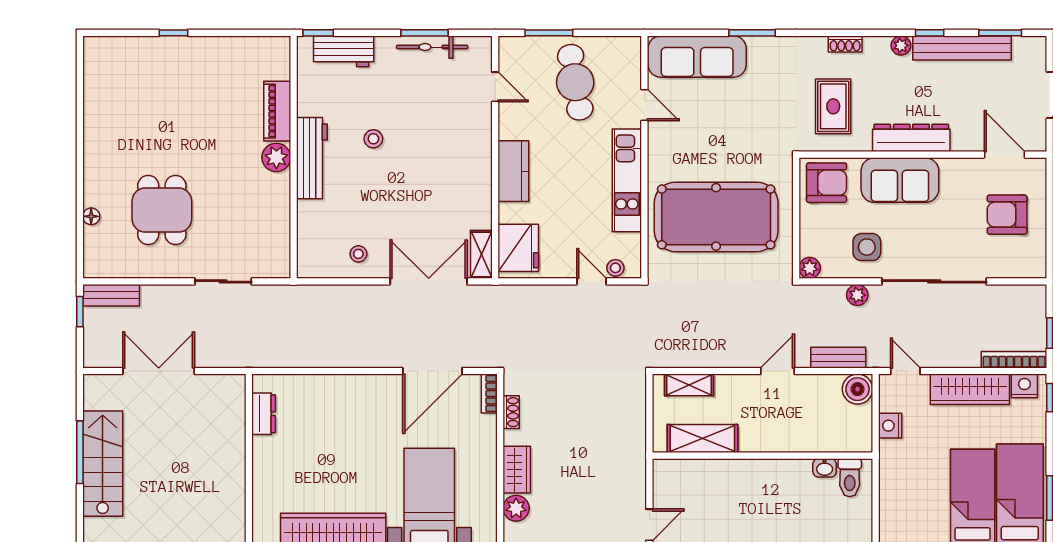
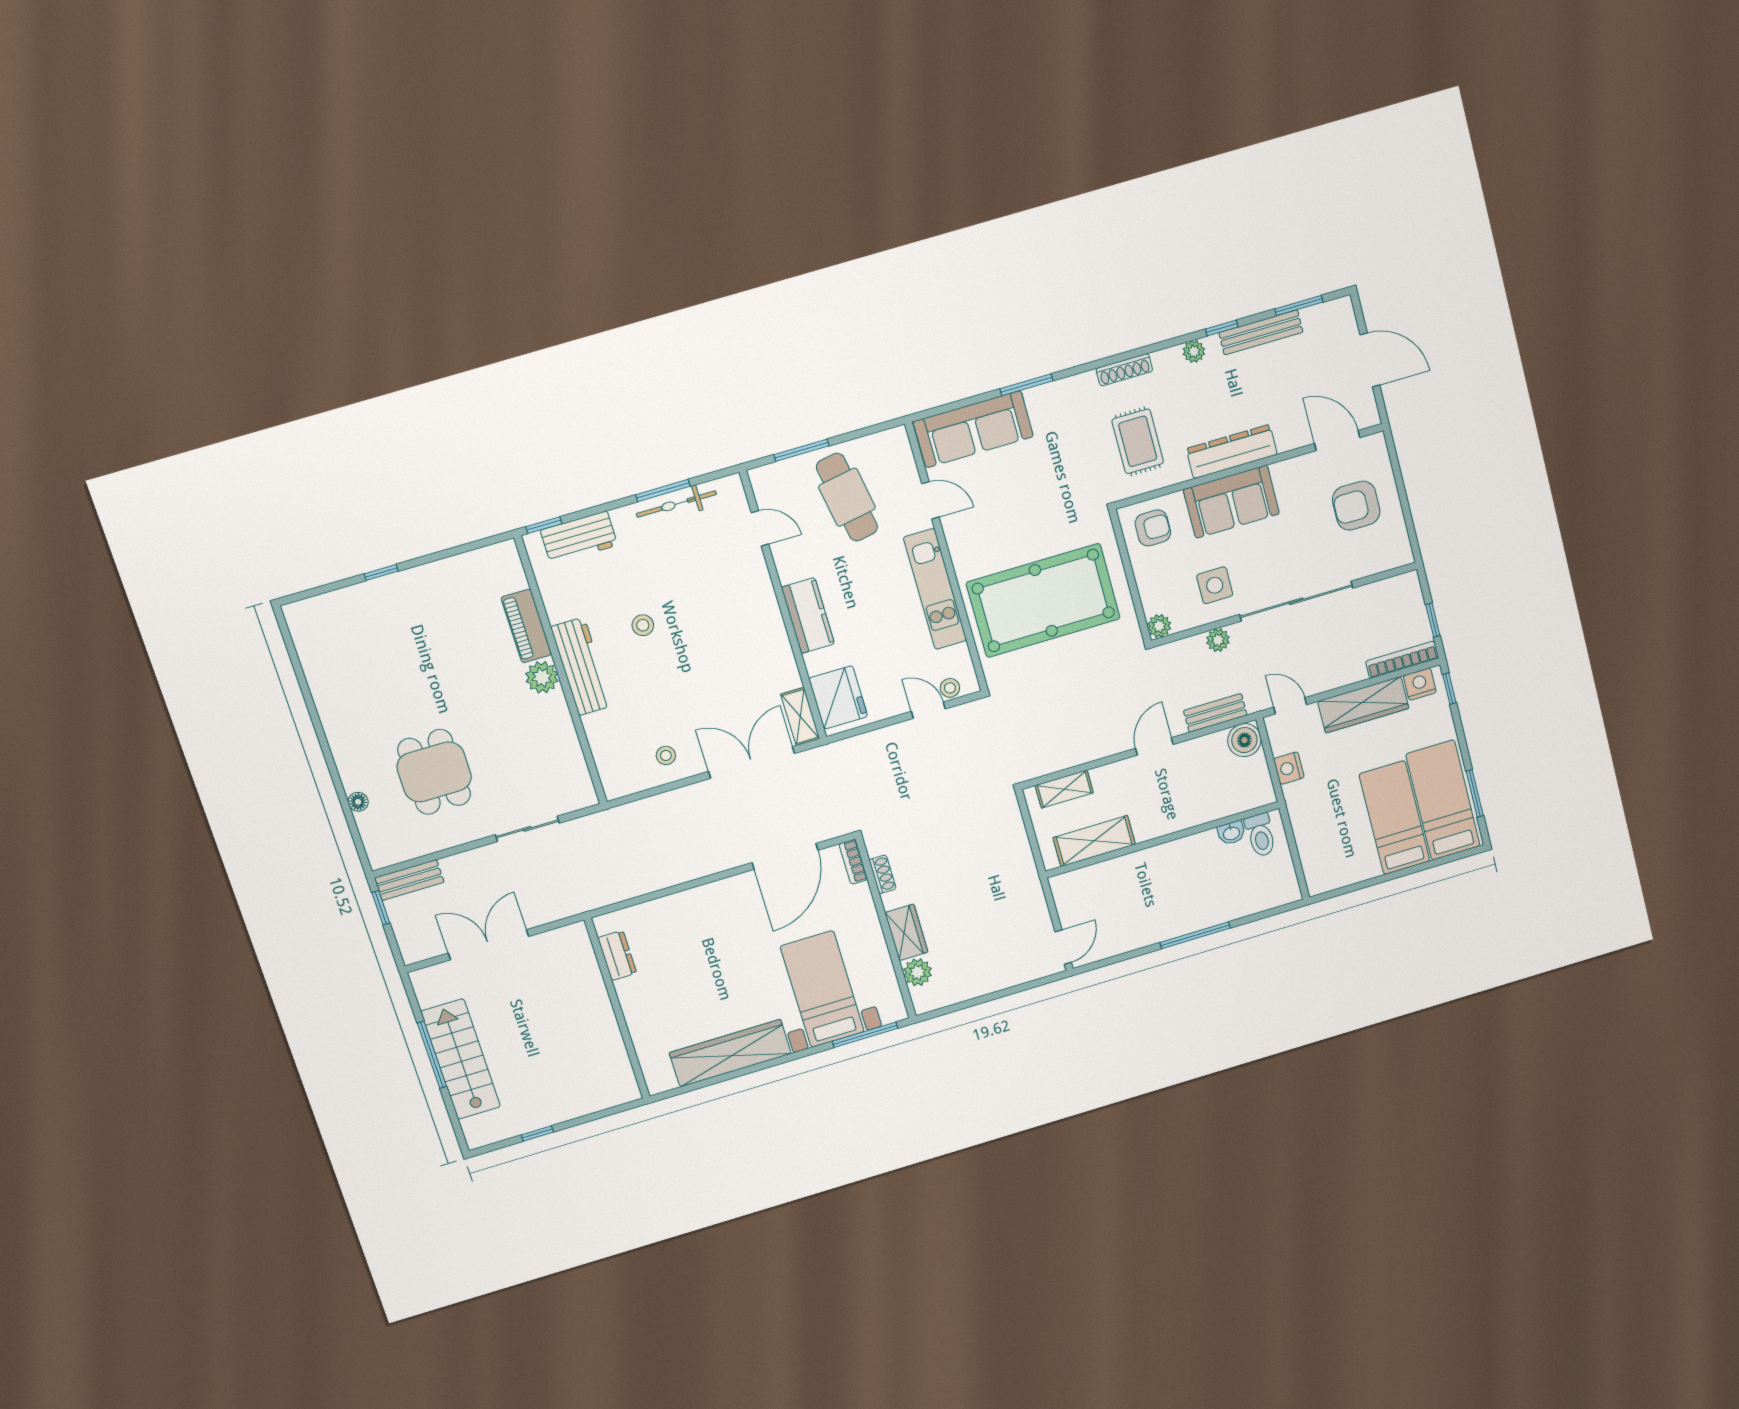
shoe rack: (845, 44) -> (1124, 370), width x1.43
bench: (962, 48) -> (1261, 332), width x0.73, depth x0.82
armchair: (827, 183) -> (1153, 528), width x0.72, depth x0.72

